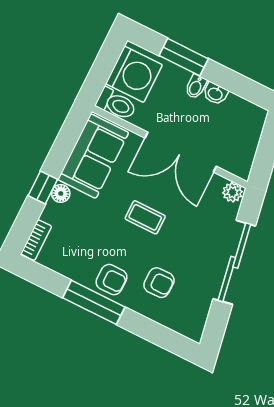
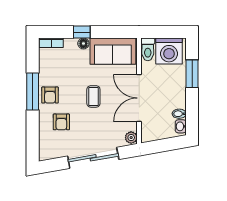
bidet: (196, 87) -> (179, 114), moved
washbasin: (215, 94) -> (181, 126), moved

